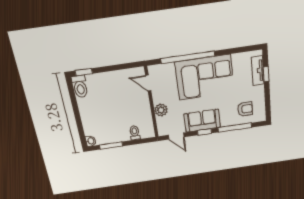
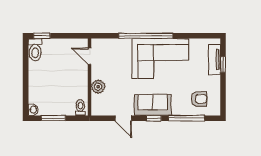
door: (148, 83) -> (90, 56), moved
wall: (151, 102) -> (90, 77), moved
plant: (161, 110) -> (98, 87), moved

